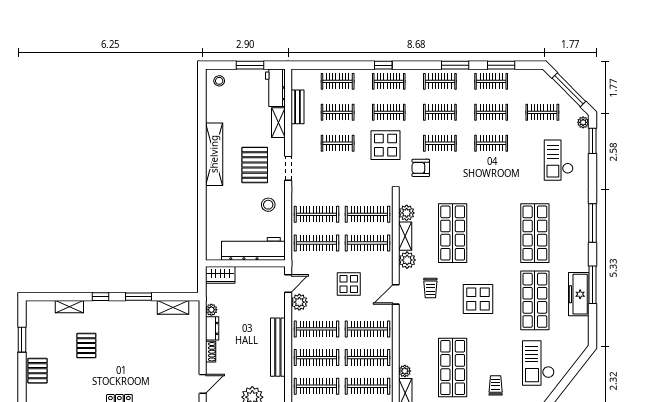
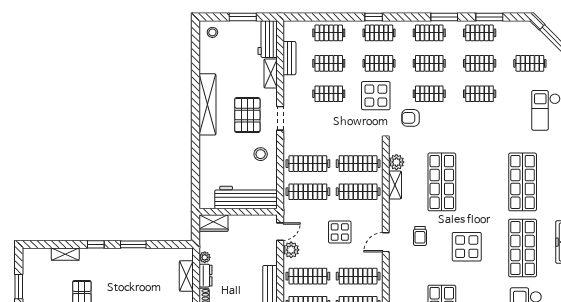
plant: (407, 260) -> (397, 209), removed
shelving: (173, 307) -> (186, 276), moved, turned 90

